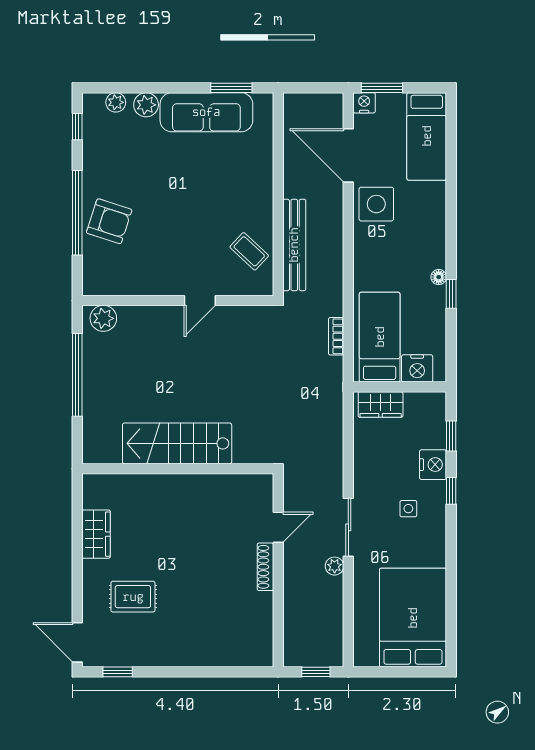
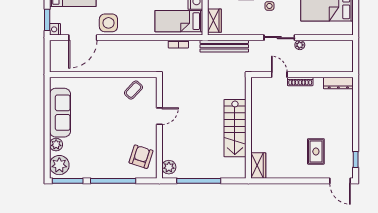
window: (231, 88) -> (47, 99), removed
plant: (116, 102) -> (59, 165), width x1.87, depth x1.87
window: (77, 127) -> (68, 181), width x2.17
armchair: (109, 221) -> (141, 157), moved
bench: (294, 245) -> (224, 46), moved
door: (200, 300) -> (159, 116), hinge flipped
wardrobe: (96, 534) -> (258, 166), moved, turned 90
dresser: (263, 639) -> (338, 83), added
door: (77, 642) -> (340, 181), hinge flipped
window: (316, 672) -> (356, 55), removed

